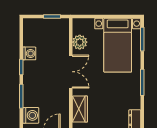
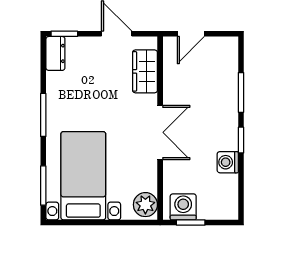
plant: (80, 42) -> (145, 205), moved
double door: (71, 72) -> (160, 132), swing flipped
washing machine: (31, 115) -> (183, 207), moved, turned 90

